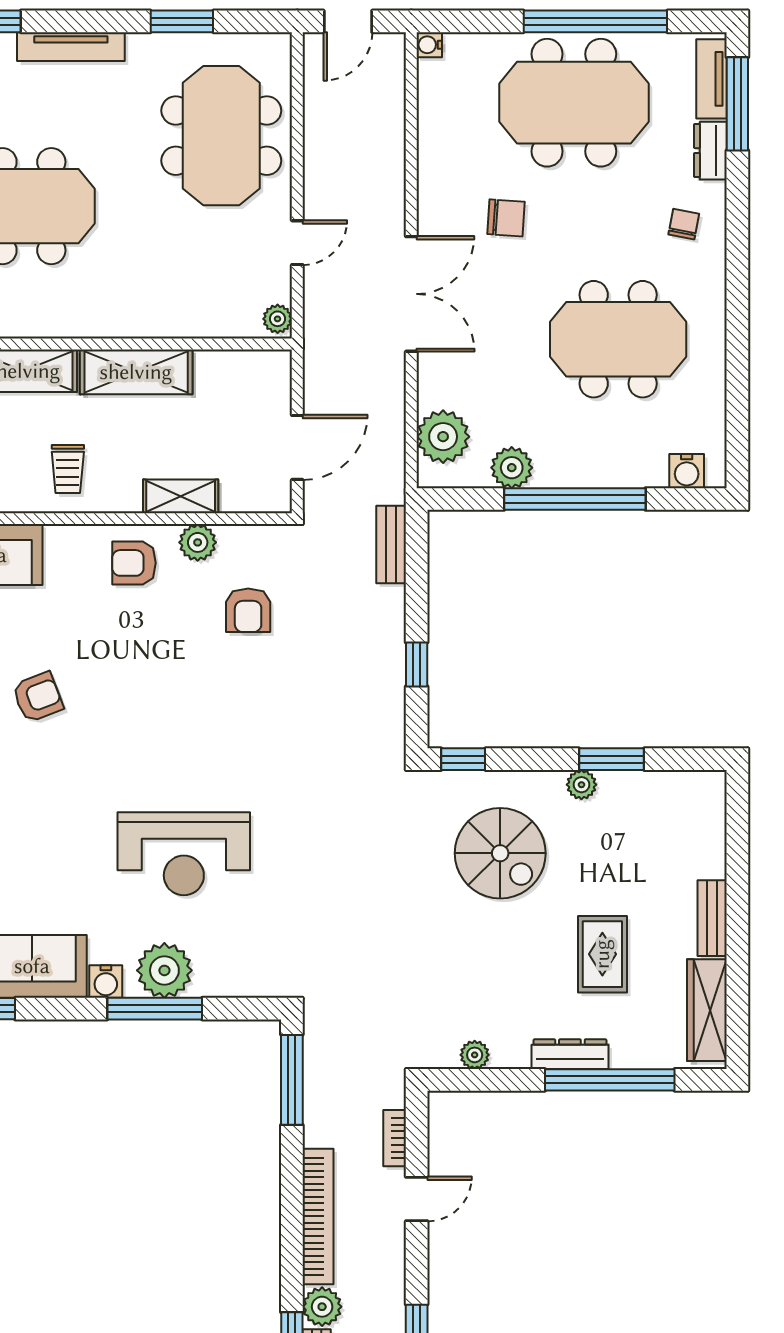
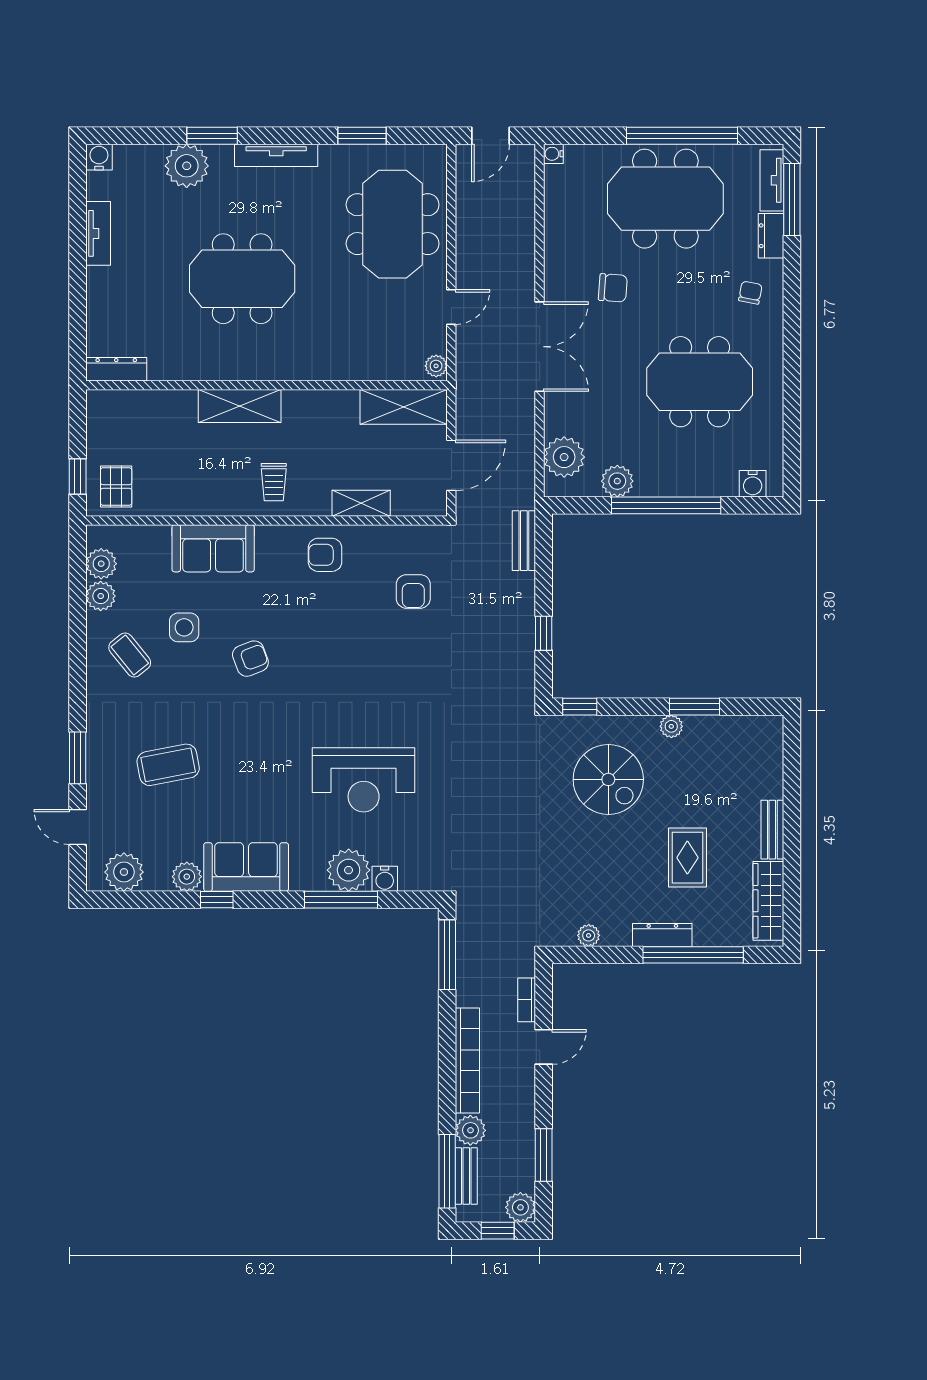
shelving: (136, 372) -> (404, 407), moved
plant: (198, 542) -> (374, 539), removed
water cooler: (106, 982) -> (385, 879), moved

